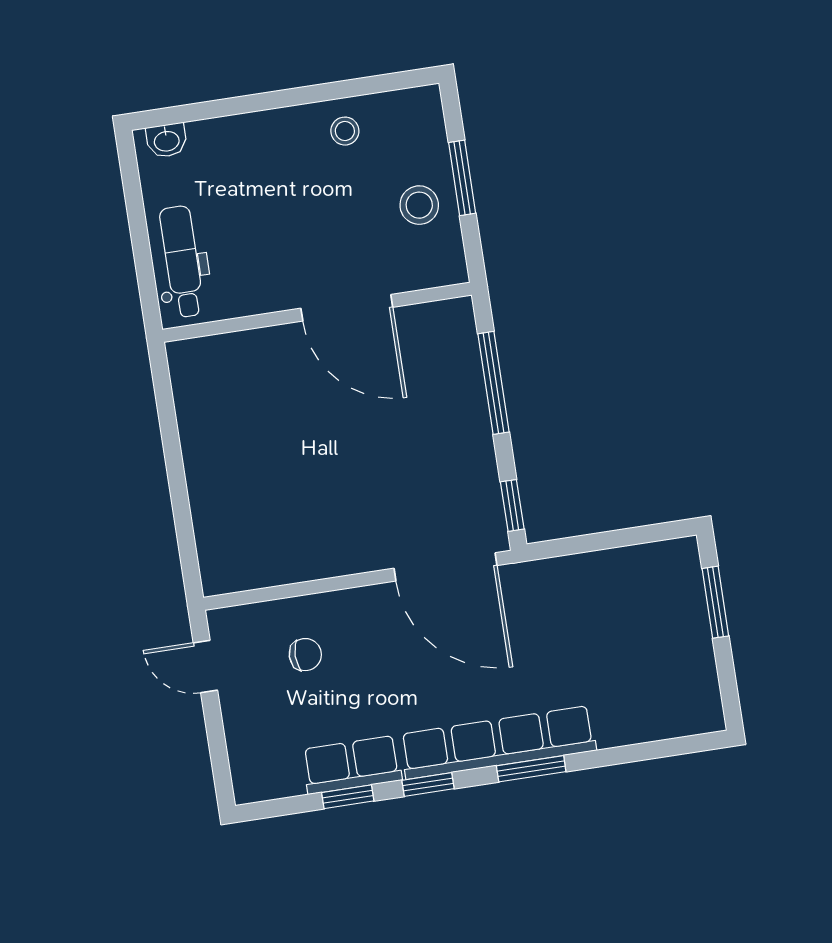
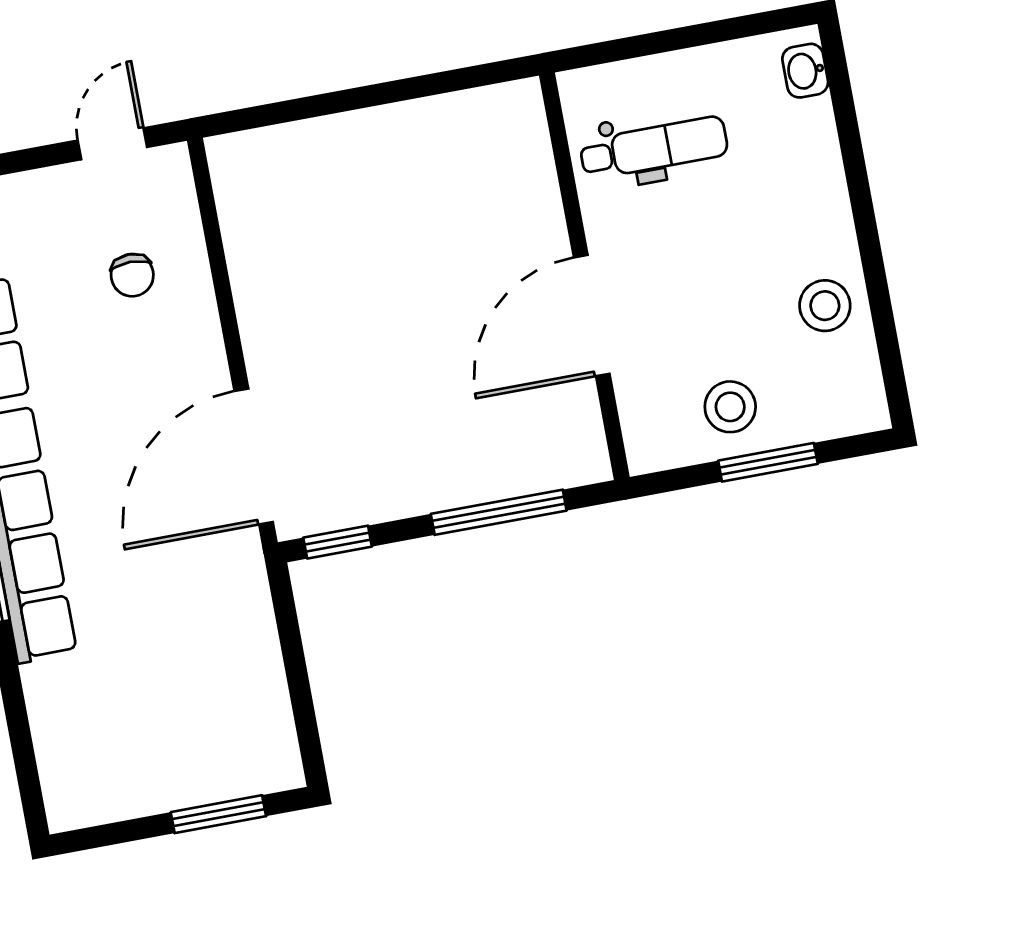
stool: (345, 131) -> (825, 306), width x1.37, depth x1.37
dental chair: (182, 262) -> (654, 148), moved

